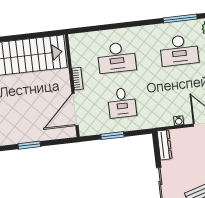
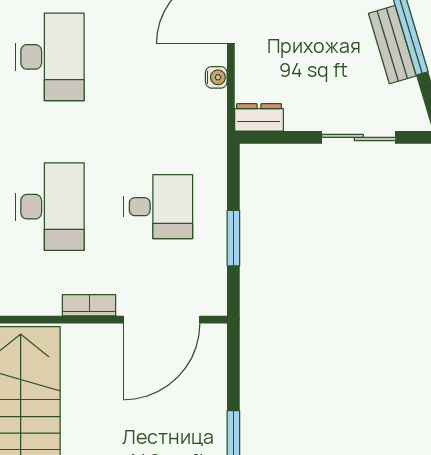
door: (75, 110) -> (162, 320), hinge flipped
dresser: (164, 145) -> (259, 117), width x0.70

